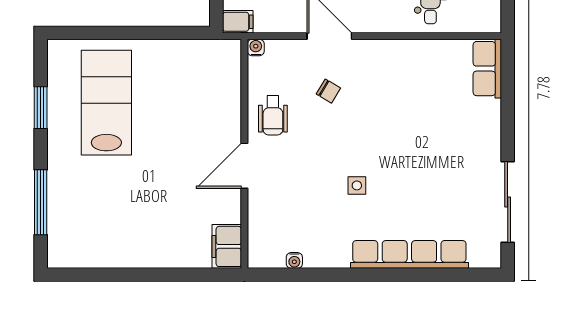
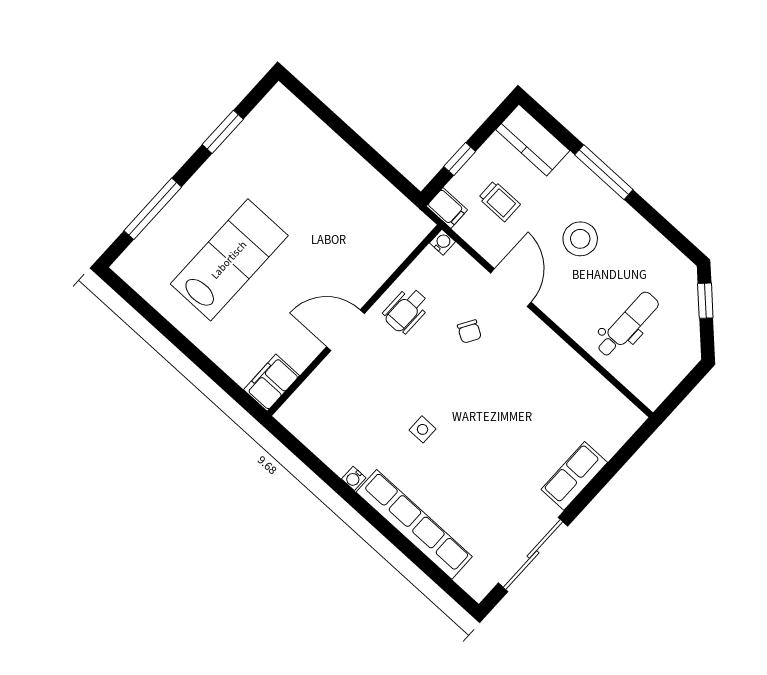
row of seats: (487, 69) -> (574, 476), moved
lab bench: (106, 103) -> (229, 260), moved
water cooler: (294, 260) -> (354, 478), moved

